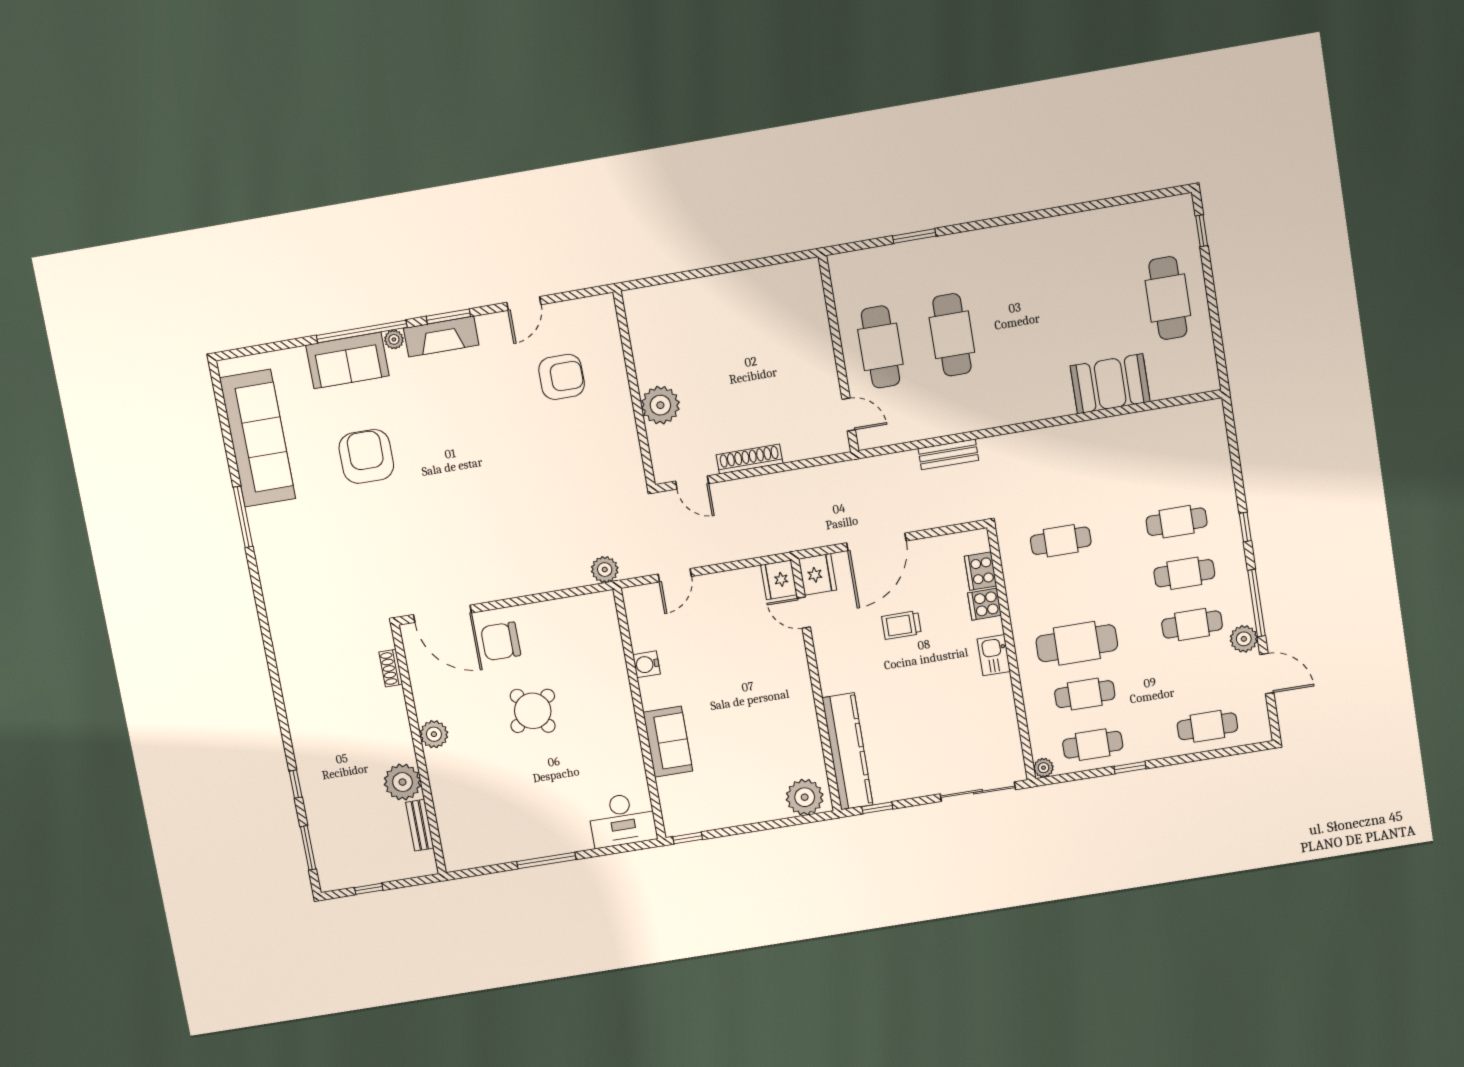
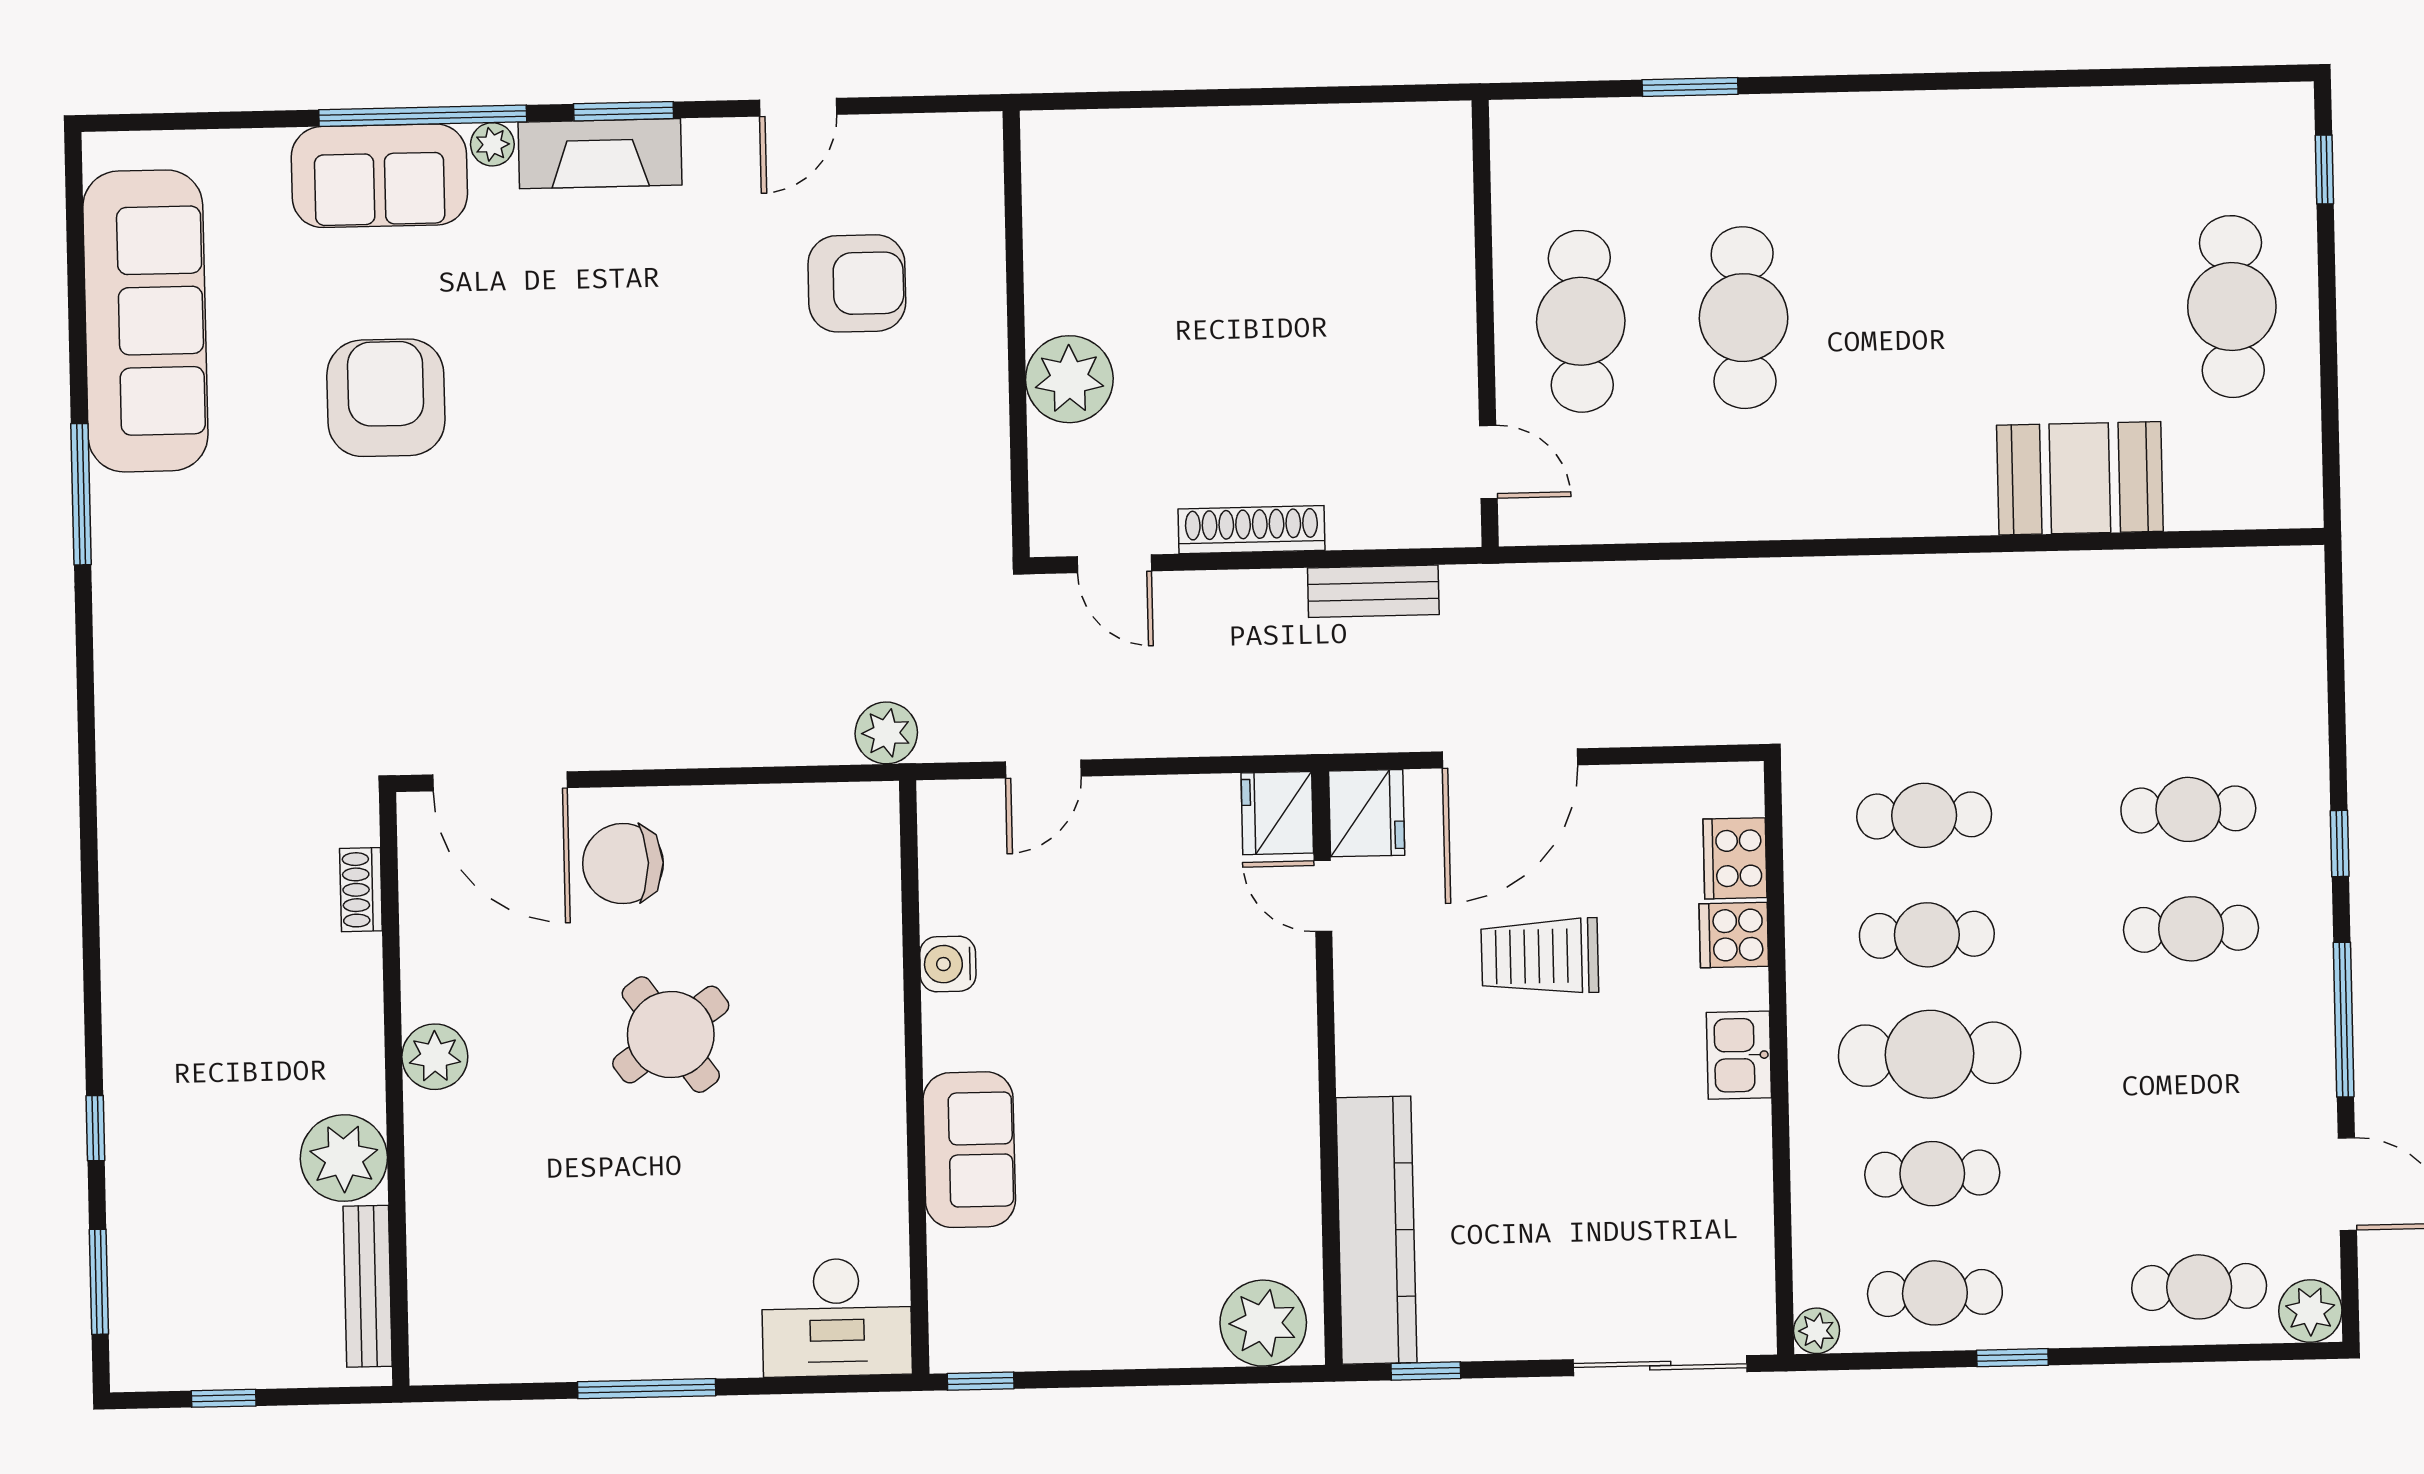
bench: (948, 454) -> (1373, 591), moved
trolley: (901, 625) -> (1540, 956), width x1.36, depth x1.39
cafe table: (1192, 625) -> (1927, 935), moved
plant: (1244, 639) -> (2310, 1311), moved
bench: (420, 825) -> (368, 1286), width x1.36

